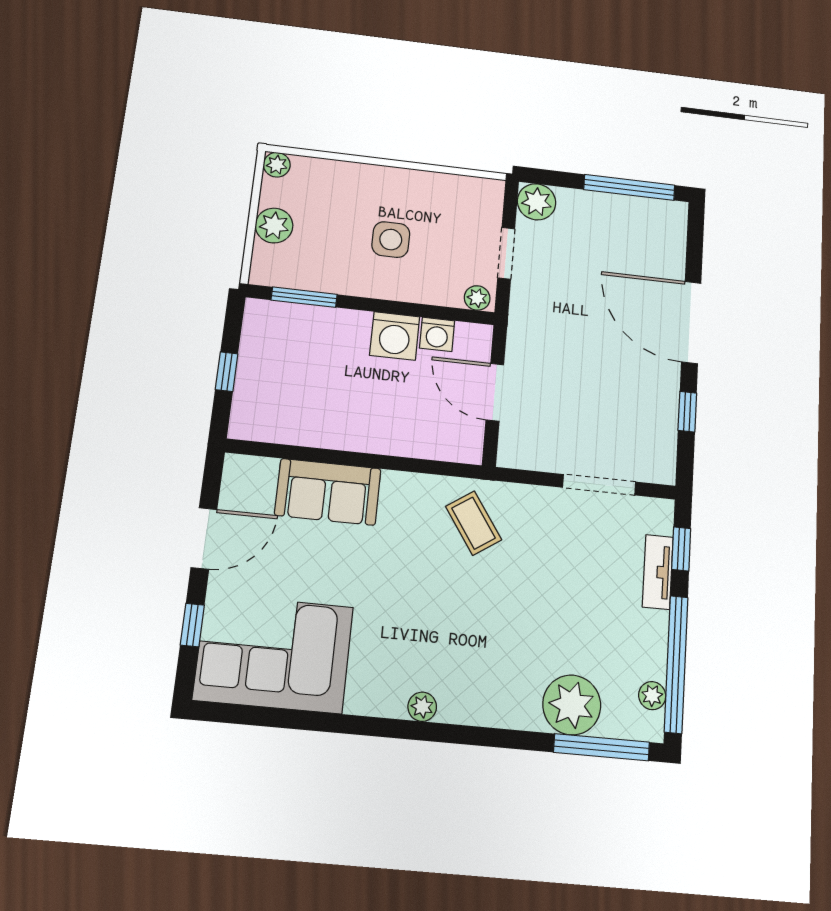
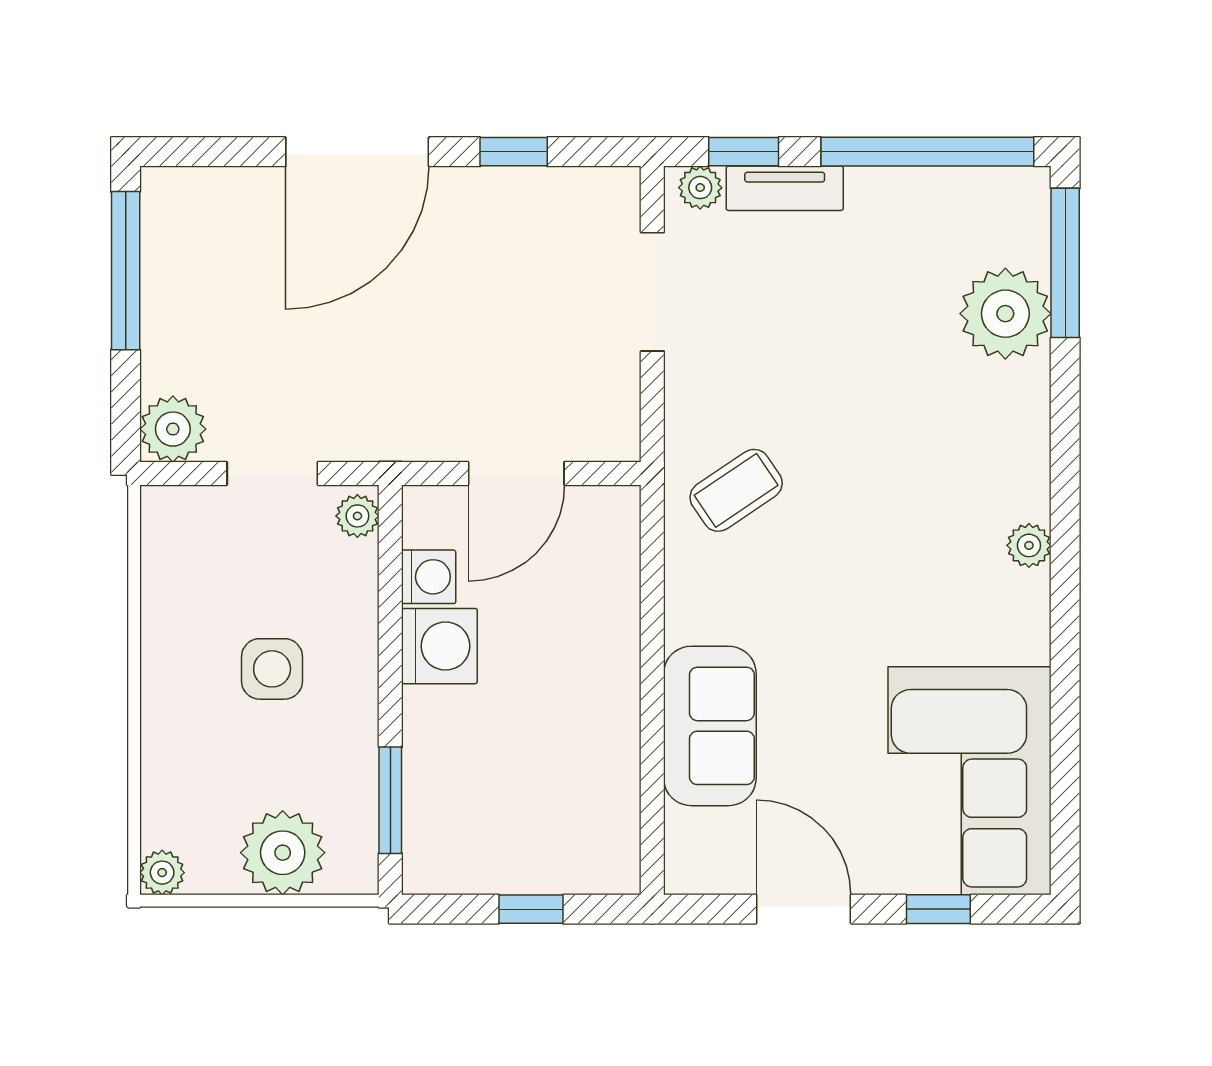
plant: (274, 226) -> (283, 853), width x1.36, depth x1.36
plant: (652, 696) -> (700, 188), moved

